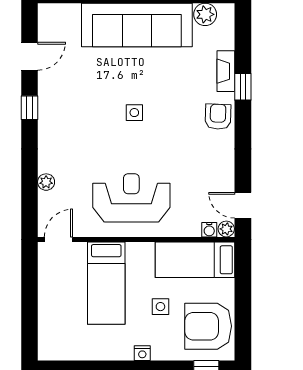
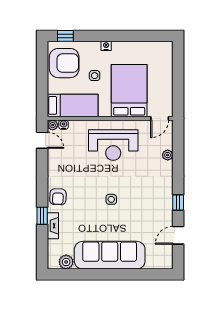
bed: (106, 283) -> (129, 91), width x1.50

